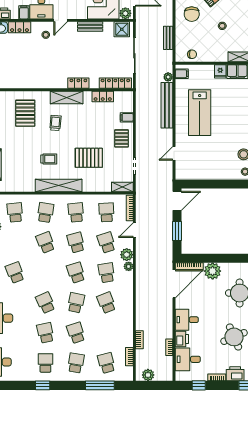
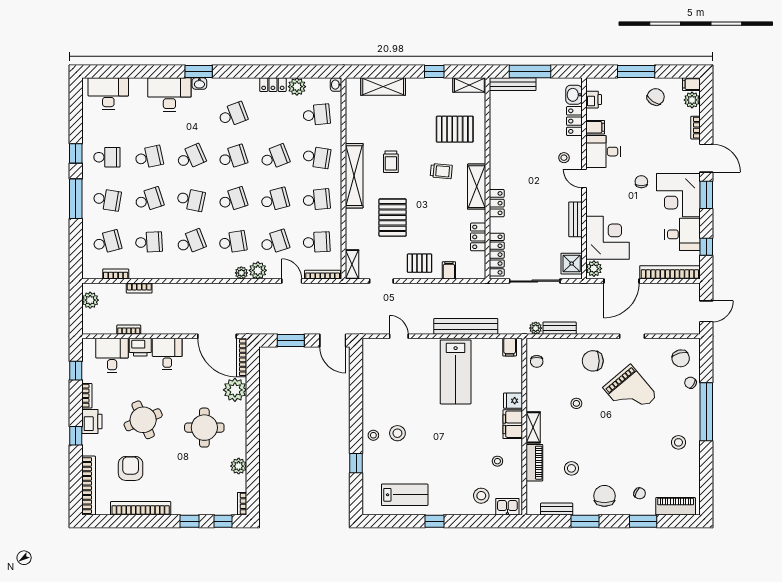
plant: (168, 77) -> (536, 328), moved
lab bench: (200, 113) -> (456, 372), turned -90
school desk: (45, 273) -> (233, 157), added
school desk: (106, 333) -> (149, 242), added
window: (100, 385) -> (76, 199), moved

